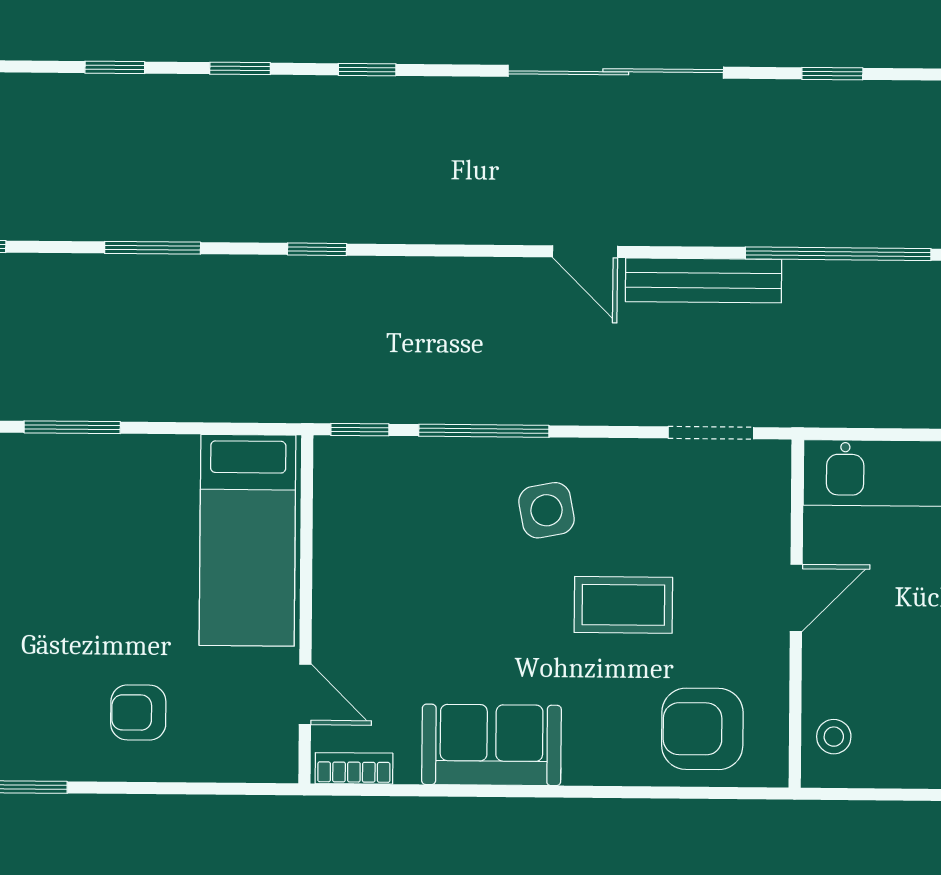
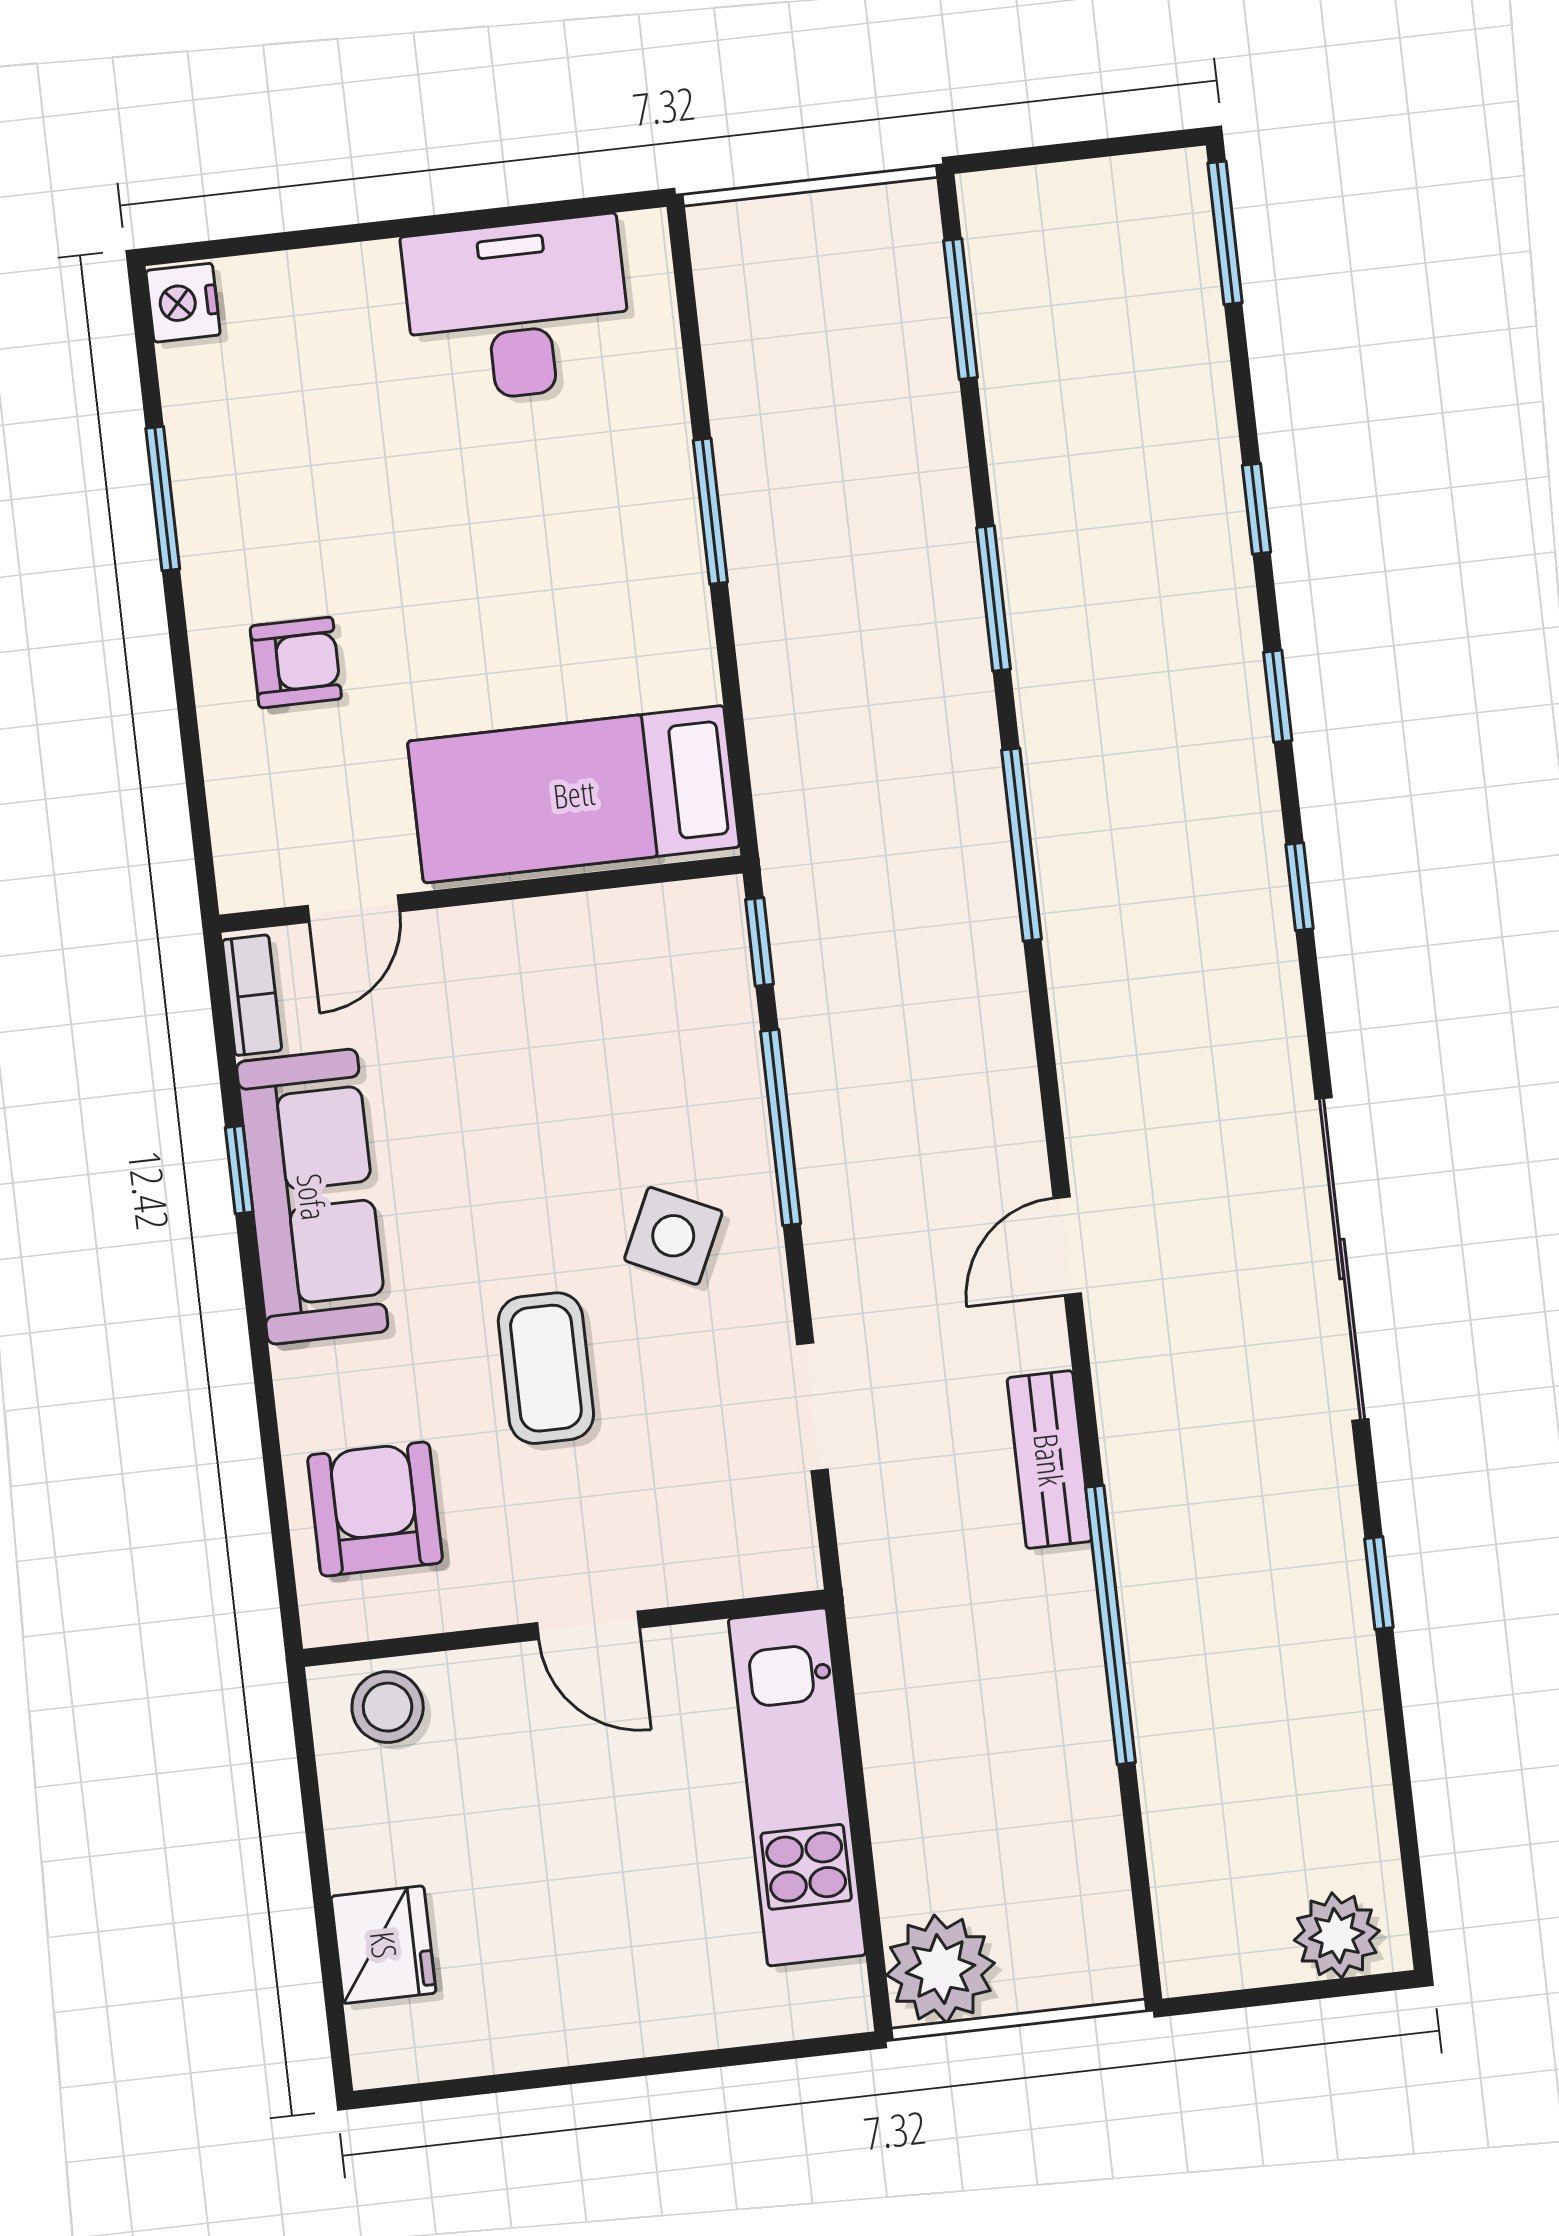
window: (317, 249) -> (1022, 845), width x2.17
bench: (703, 280) -> (1049, 1460), width x0.73
doorway: (711, 433) -> (812, 1407), moved
side table: (546, 510) -> (673, 1236), turned 36
armchair: (138, 713) -> (296, 662), turned 90
stool: (834, 737) -> (388, 1707), width x1.37, depth x1.37
sofa: (491, 745) -> (312, 1197), width x1.36
window: (468, 791) -> (239, 1170), added

